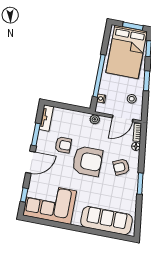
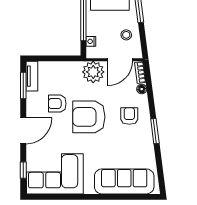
plant: (95, 119) -> (93, 72), width x1.88, depth x1.88
window: (36, 134) -> (23, 86), moved
armchair: (63, 145) -> (57, 104), turned 180
armchair: (87, 161) -> (89, 117), turned 180
armchair: (121, 167) -> (129, 116), turned 115

